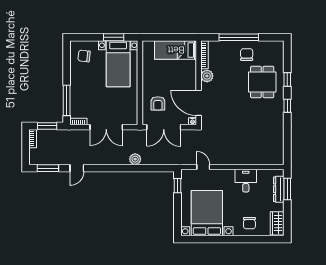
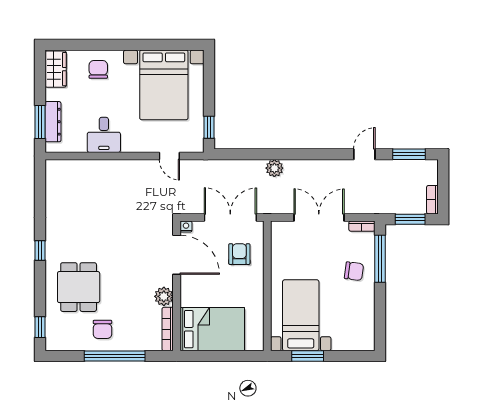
bed: (176, 50) -> (212, 329), width x1.50
chair: (84, 56) -> (354, 271), moved
window: (287, 79) -> (40, 327), moved

